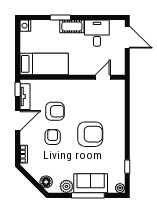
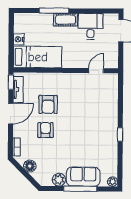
window: (60, 18) -> (54, 11), width x1.44
nightstand: (25, 26) -> (19, 39), moved
armchair: (55, 111) -> (48, 104), turned 90
armchair: (90, 134) -> (83, 128), removed
window: (127, 167) -> (120, 135), moved
floor lamp: (46, 182) -> (30, 166), moved

